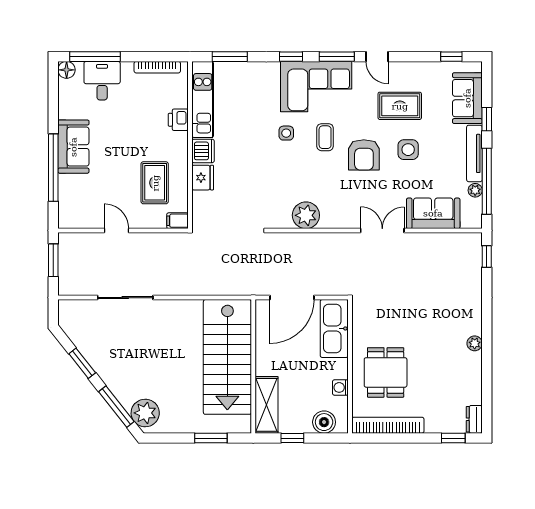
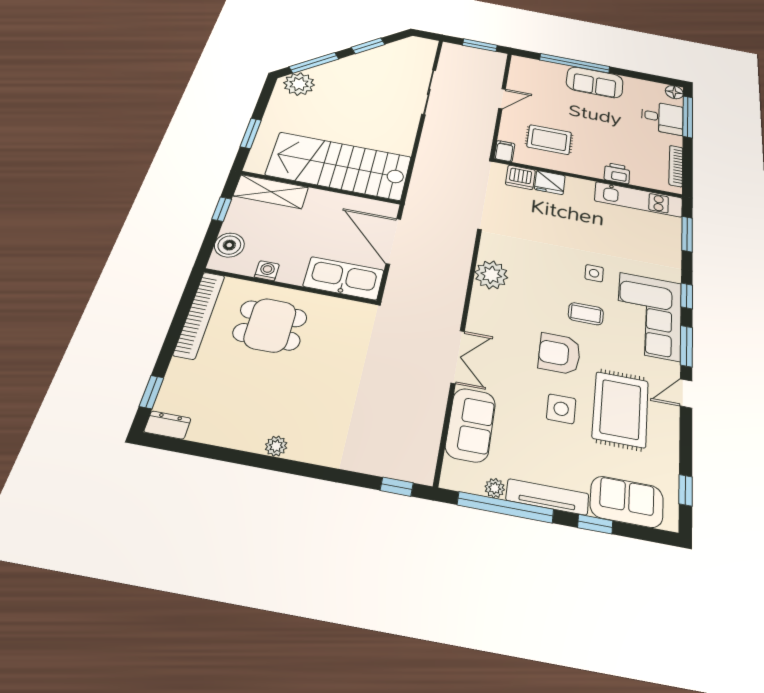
rug: (400, 106) -> (620, 409), width x1.36, depth x1.43
dishwasher: (203, 151) -> (520, 177), moved

